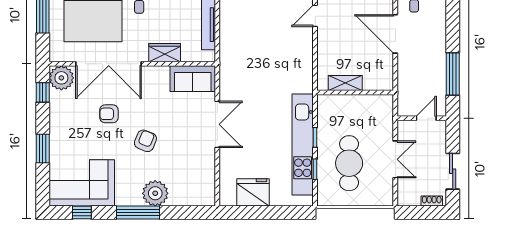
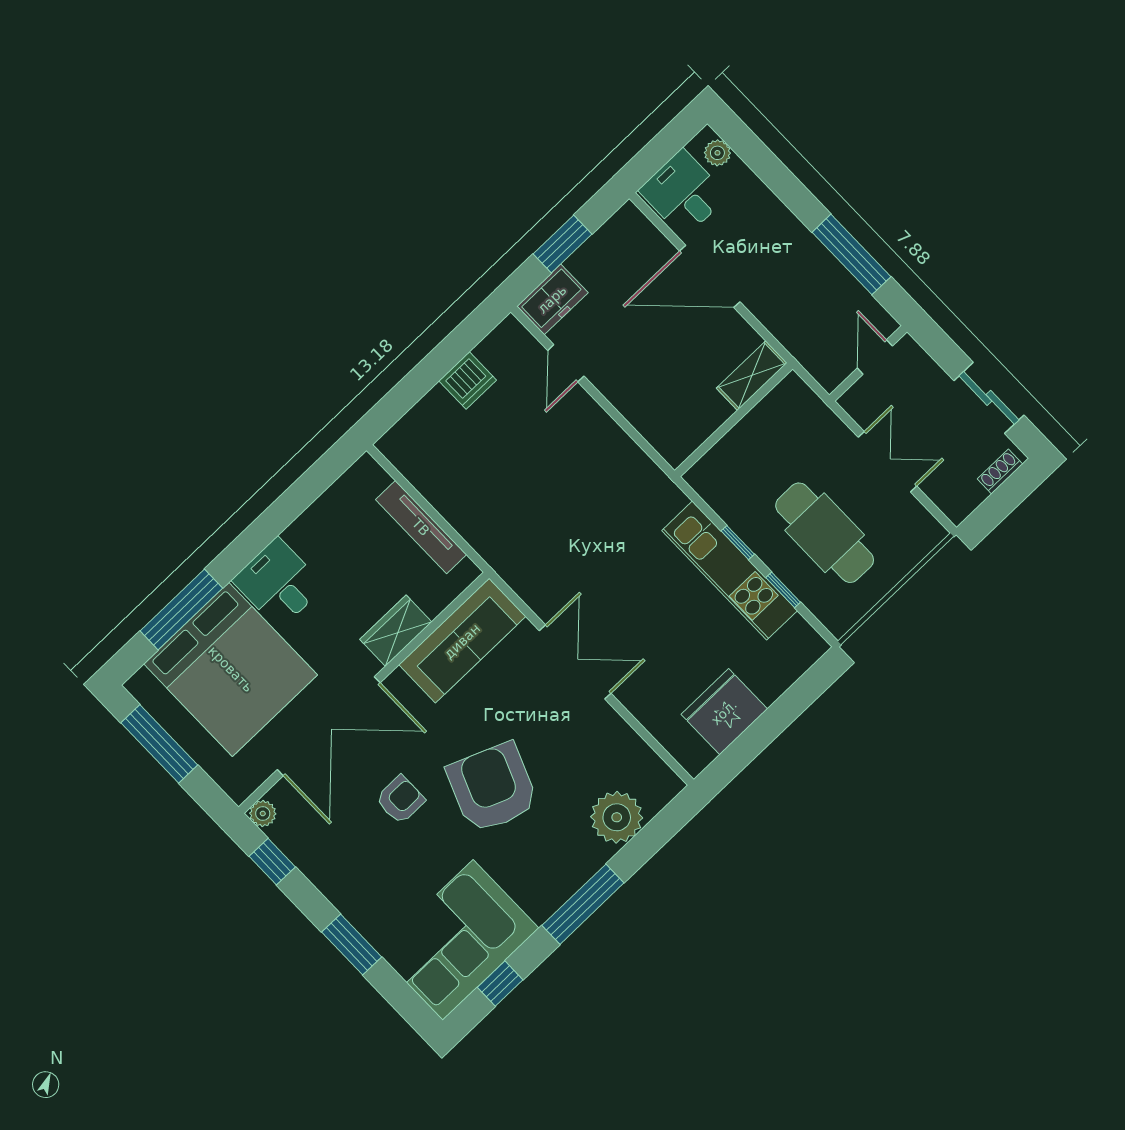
plant: (61, 78) -> (263, 813), width x0.53, depth x0.53
sofa: (193, 79) -> (462, 641), width x1.36
shelving: (345, 83) -> (752, 376), moved
armchair: (109, 114) -> (400, 800), turned 180
armchair: (145, 141) -> (492, 788), width x1.88, depth x1.88
kitchen unit: (303, 144) -> (730, 571), width x0.73
plant: (155, 193) -> (617, 817), moved

